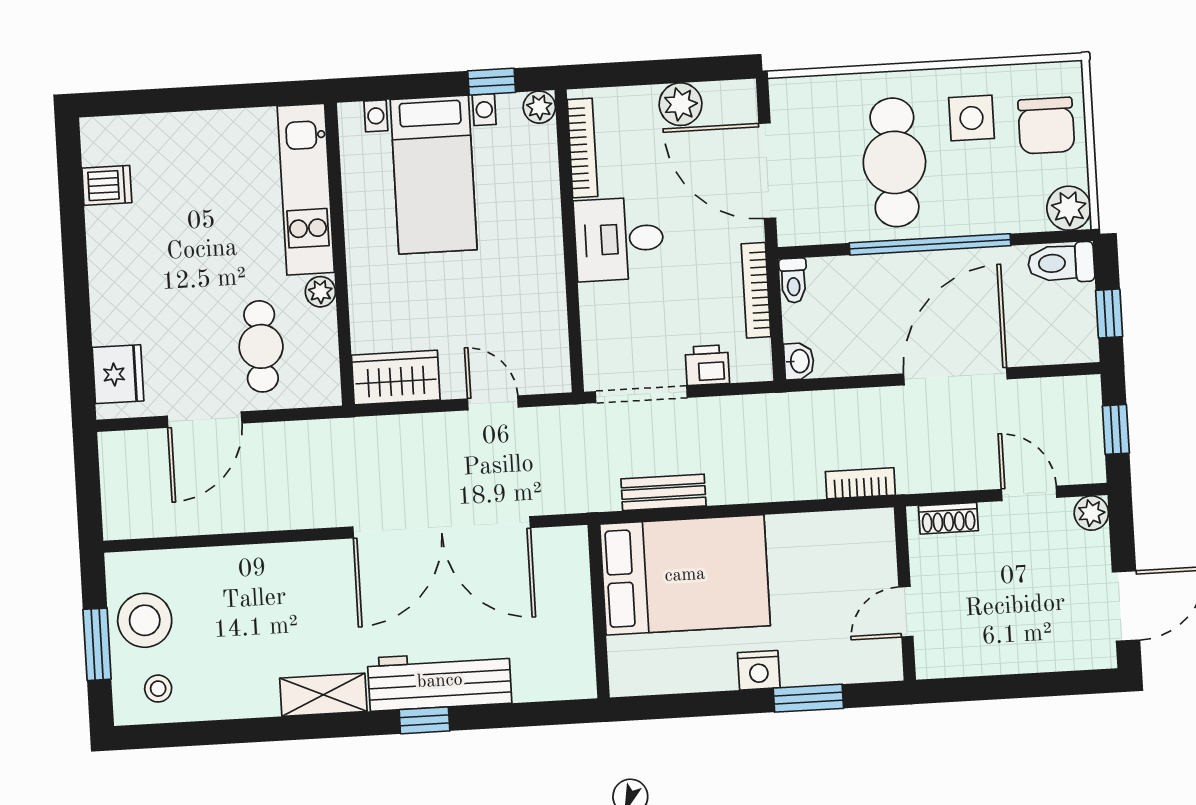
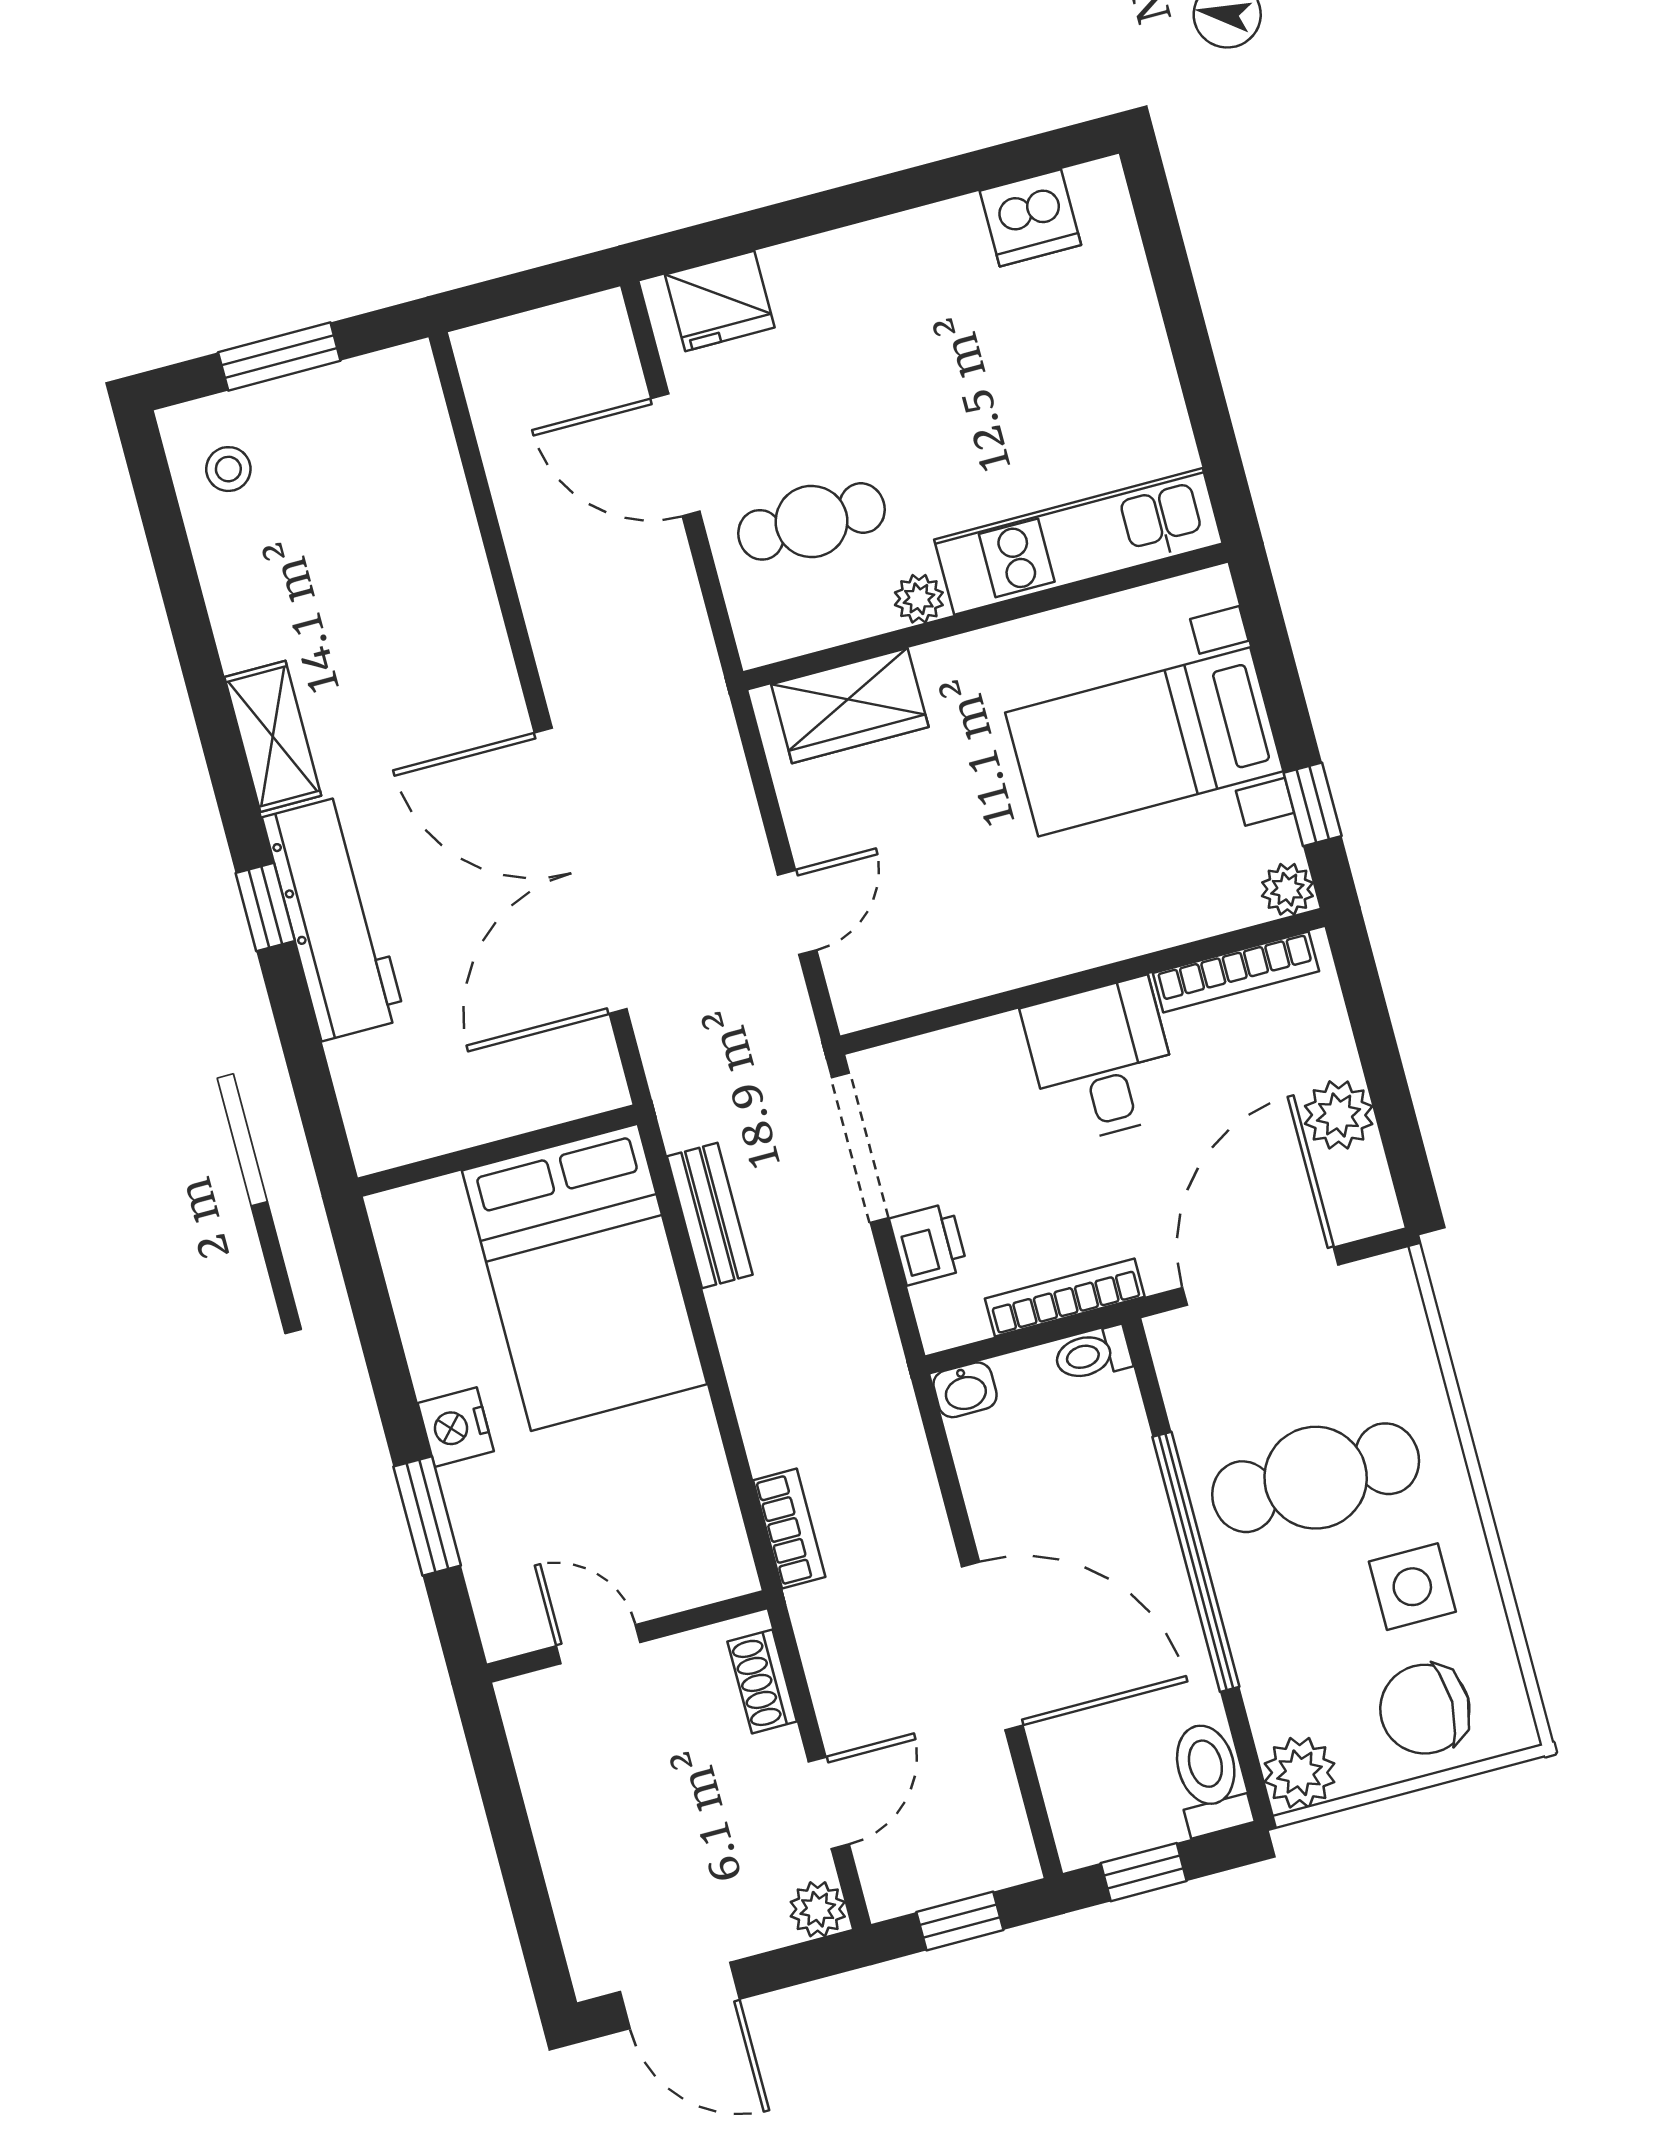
dishwasher: (107, 185) -> (1030, 218), width x1.38
wardrobe: (396, 378) -> (850, 706), moved, turned 90
stool: (145, 620) -> (334, 425), removed

